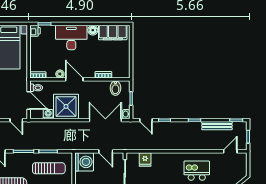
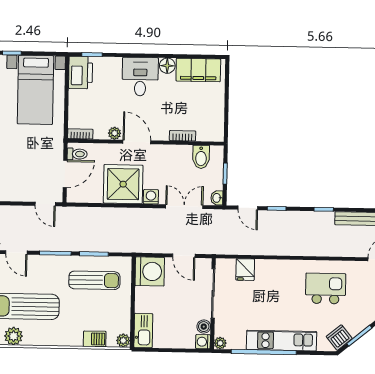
printer: (35, 31) -> (81, 73), width x1.87, depth x1.48
desk: (71, 37) -> (140, 77), width x0.73
door: (29, 101) -> (65, 174), hinge flipped
washing machine: (48, 114) -> (151, 197), moved
double door: (105, 120) -> (184, 207), width x0.73

